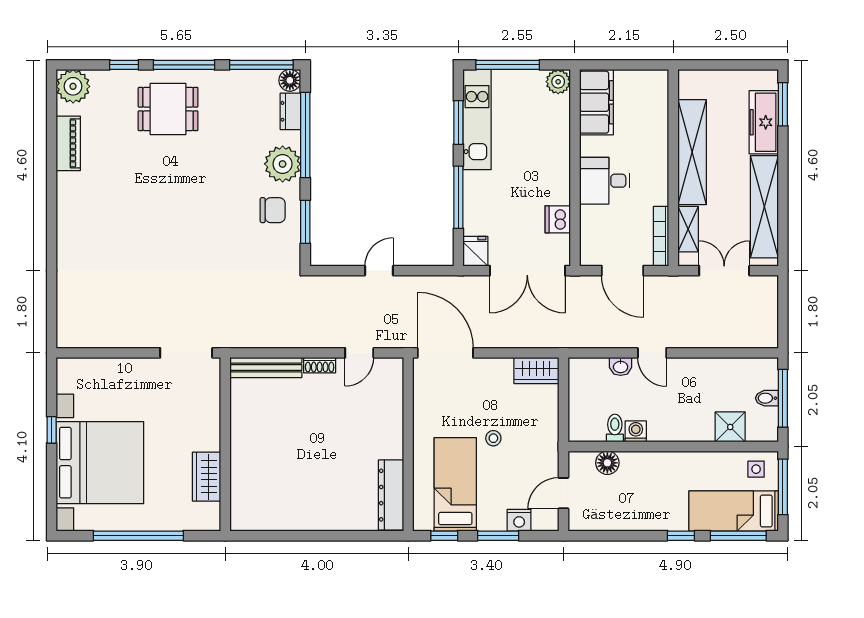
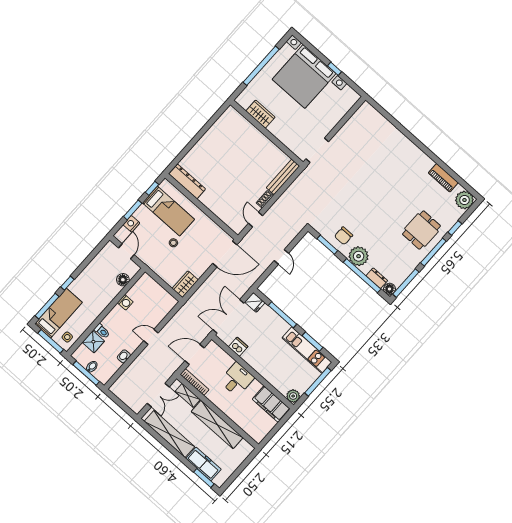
washbasin: (621, 366) -> (124, 356), moved
toilet: (615, 428) -> (102, 331), moved

